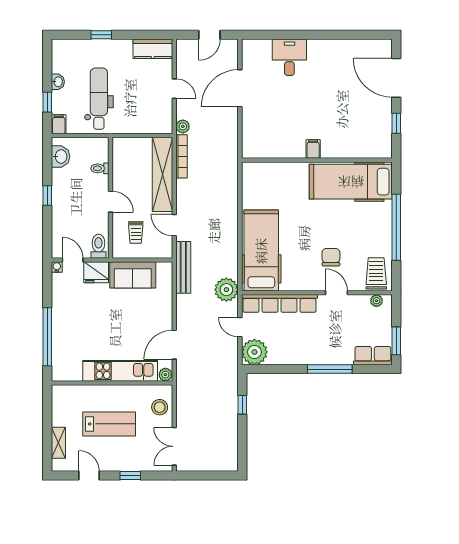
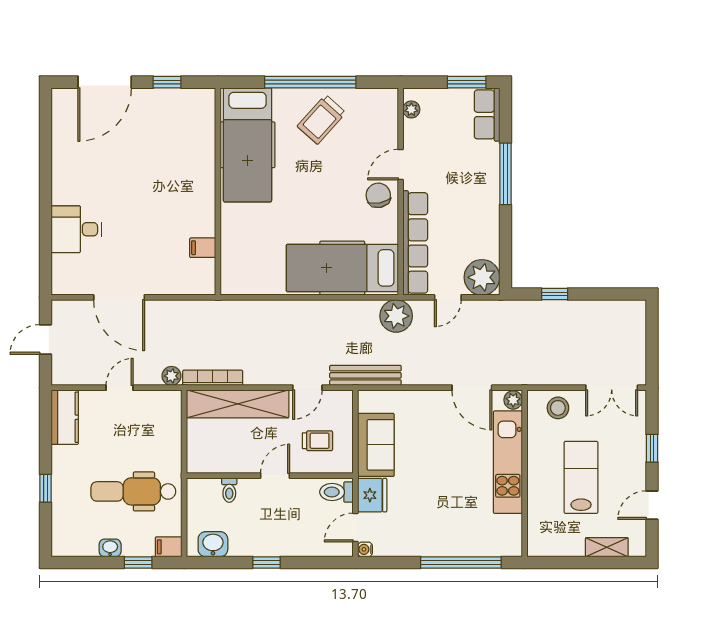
door: (209, 35) -> (45, 339), swing flipped
filing cabinet: (313, 149) -> (203, 248), moved
chair: (331, 257) -> (378, 195), moved, turned 79
trolley: (376, 273) -> (322, 119), moved, turned -48

